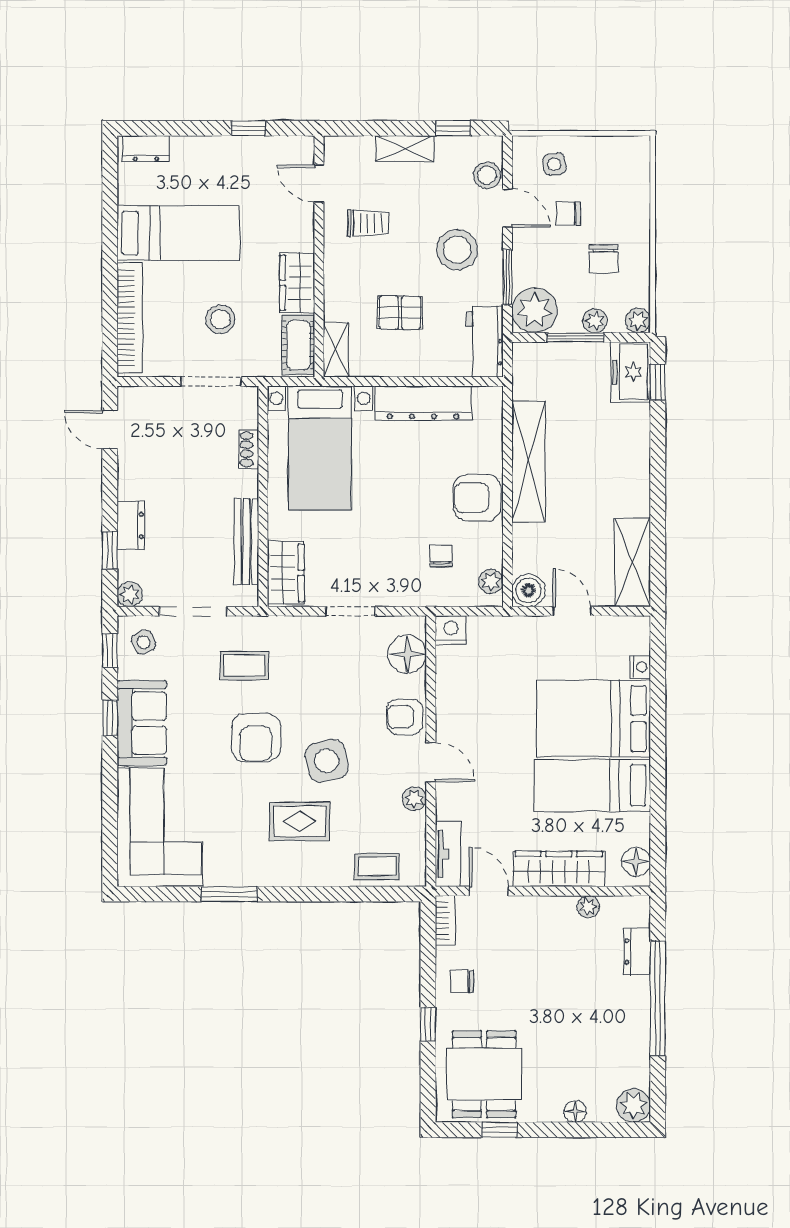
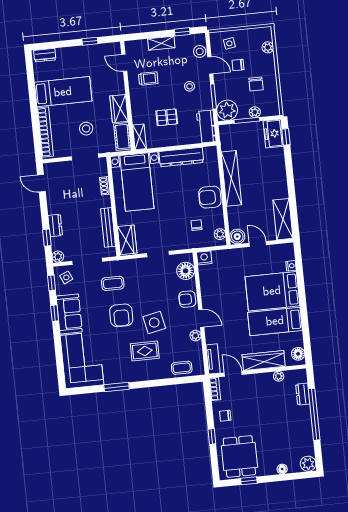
stool: (457, 250) -> (190, 86), width x0.53, depth x0.53
plant: (638, 320) -> (268, 47), moved

